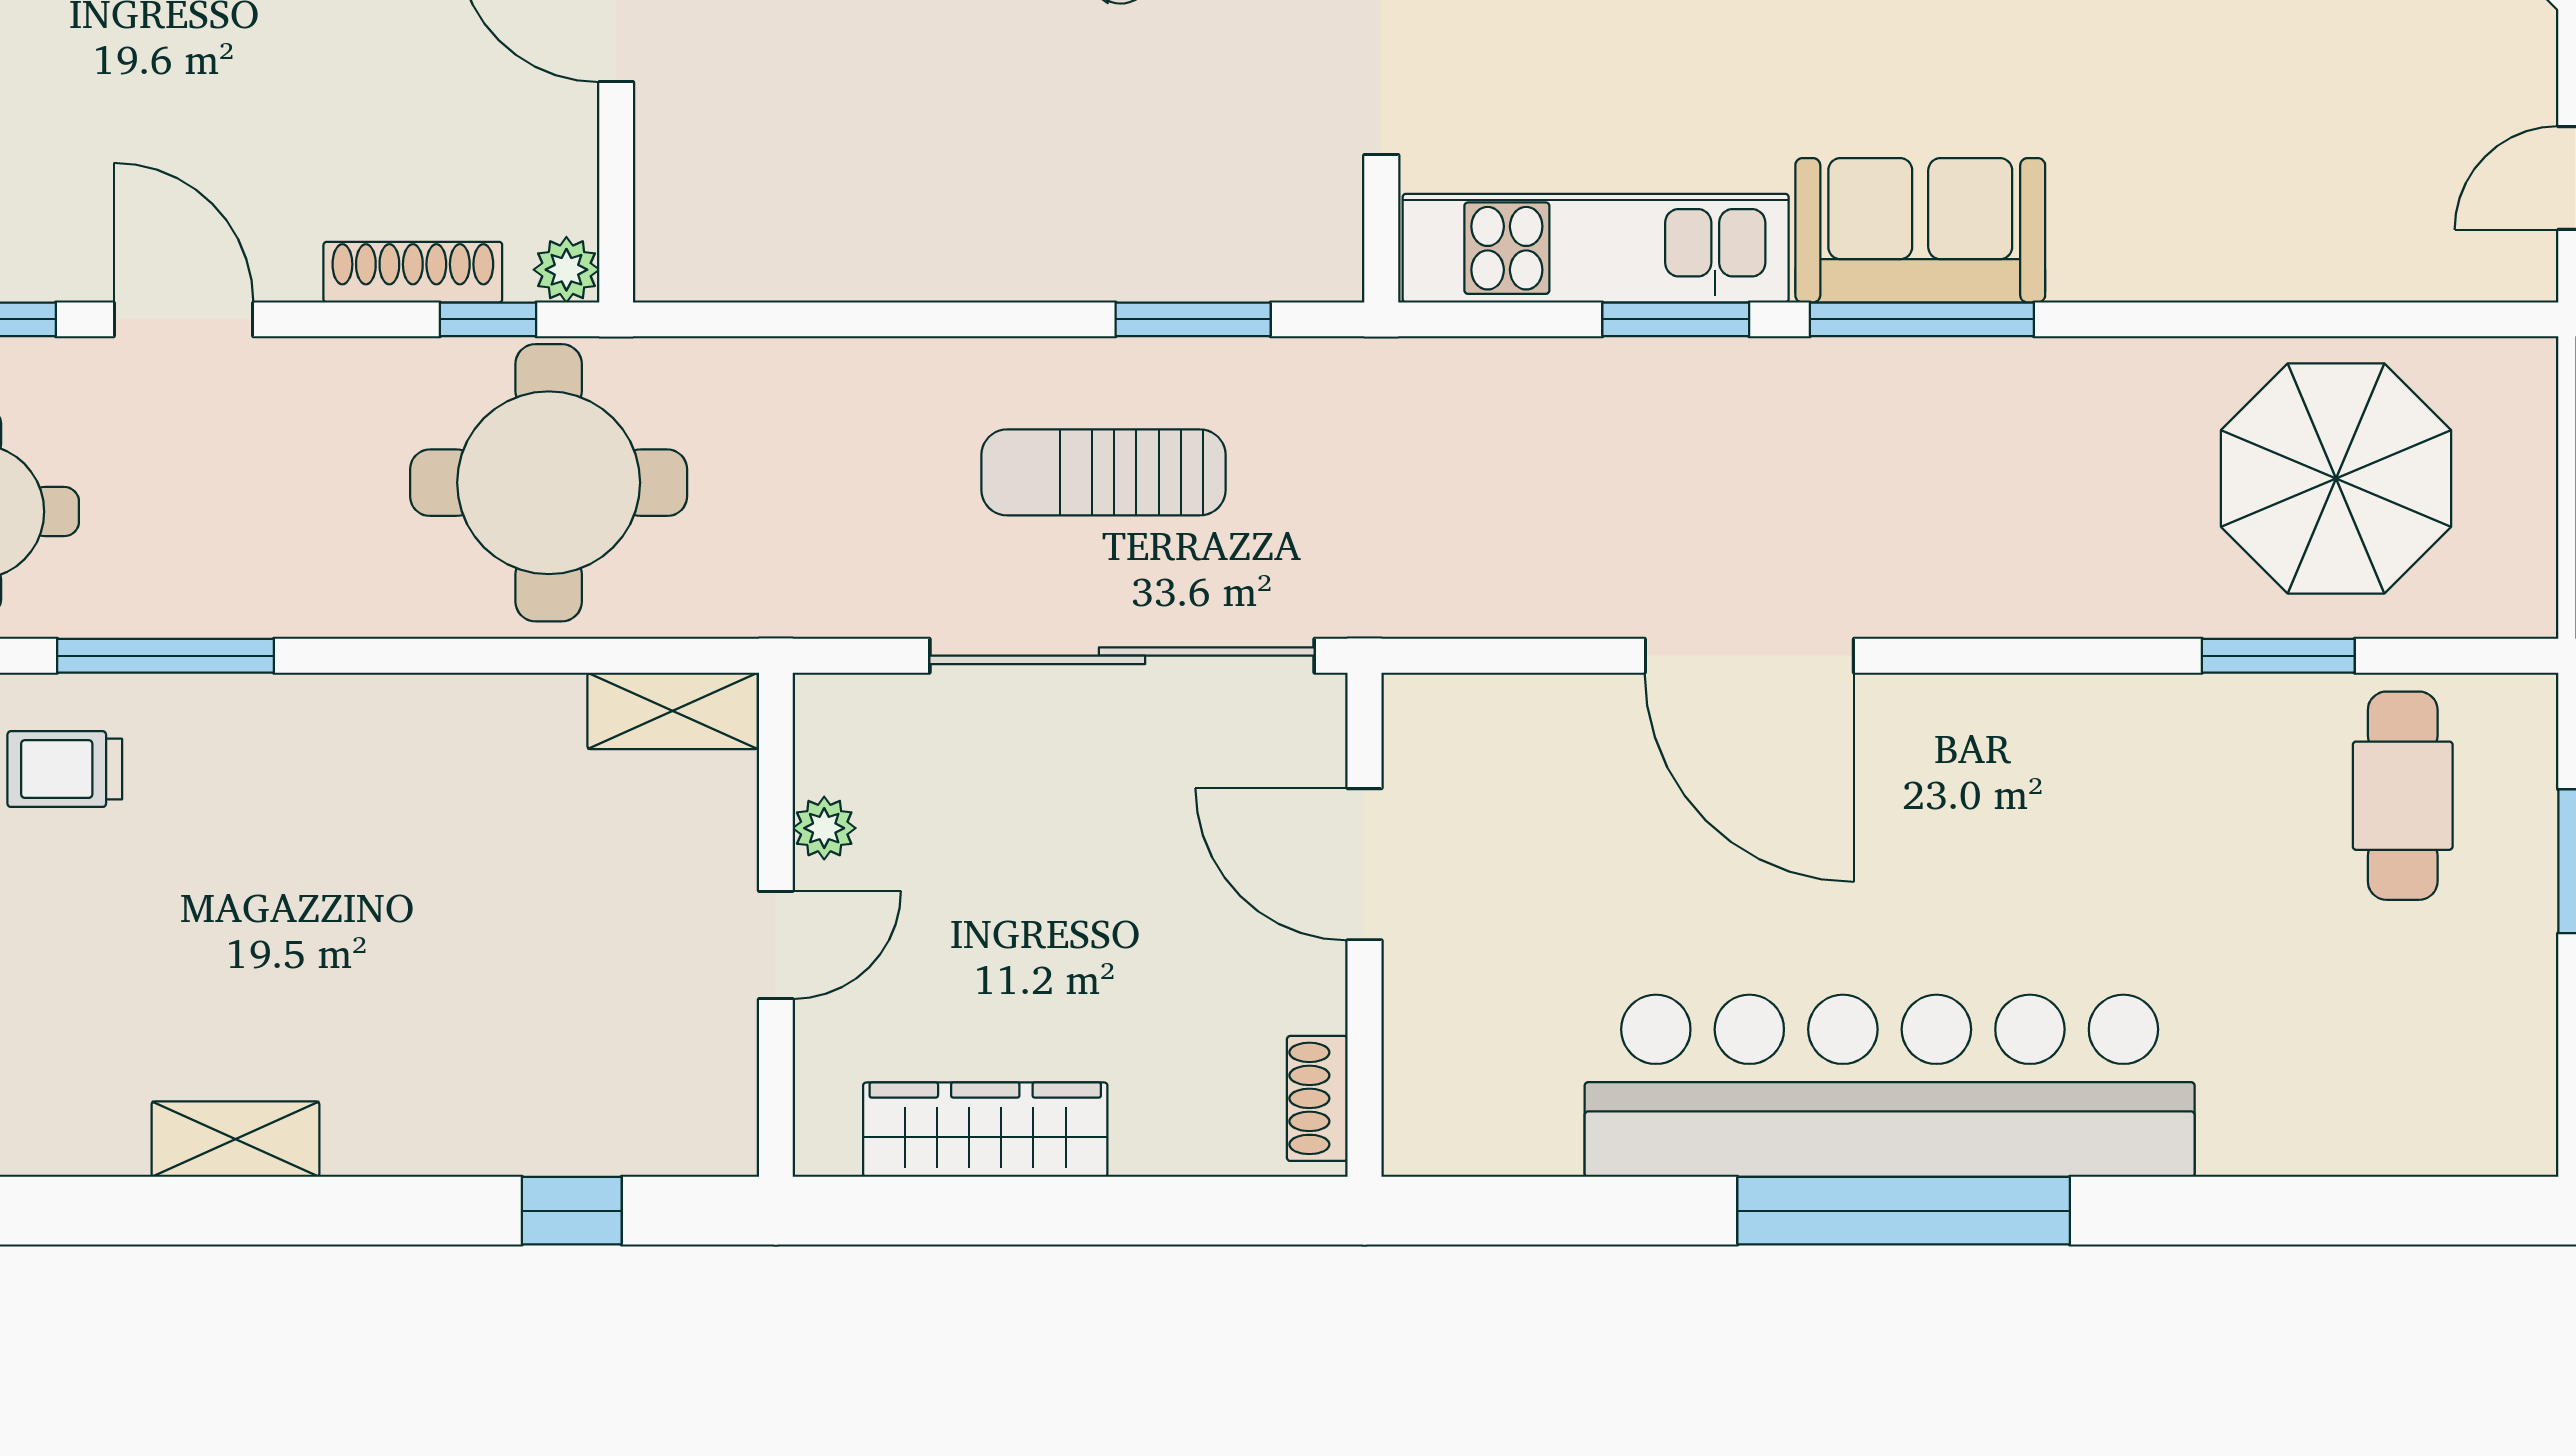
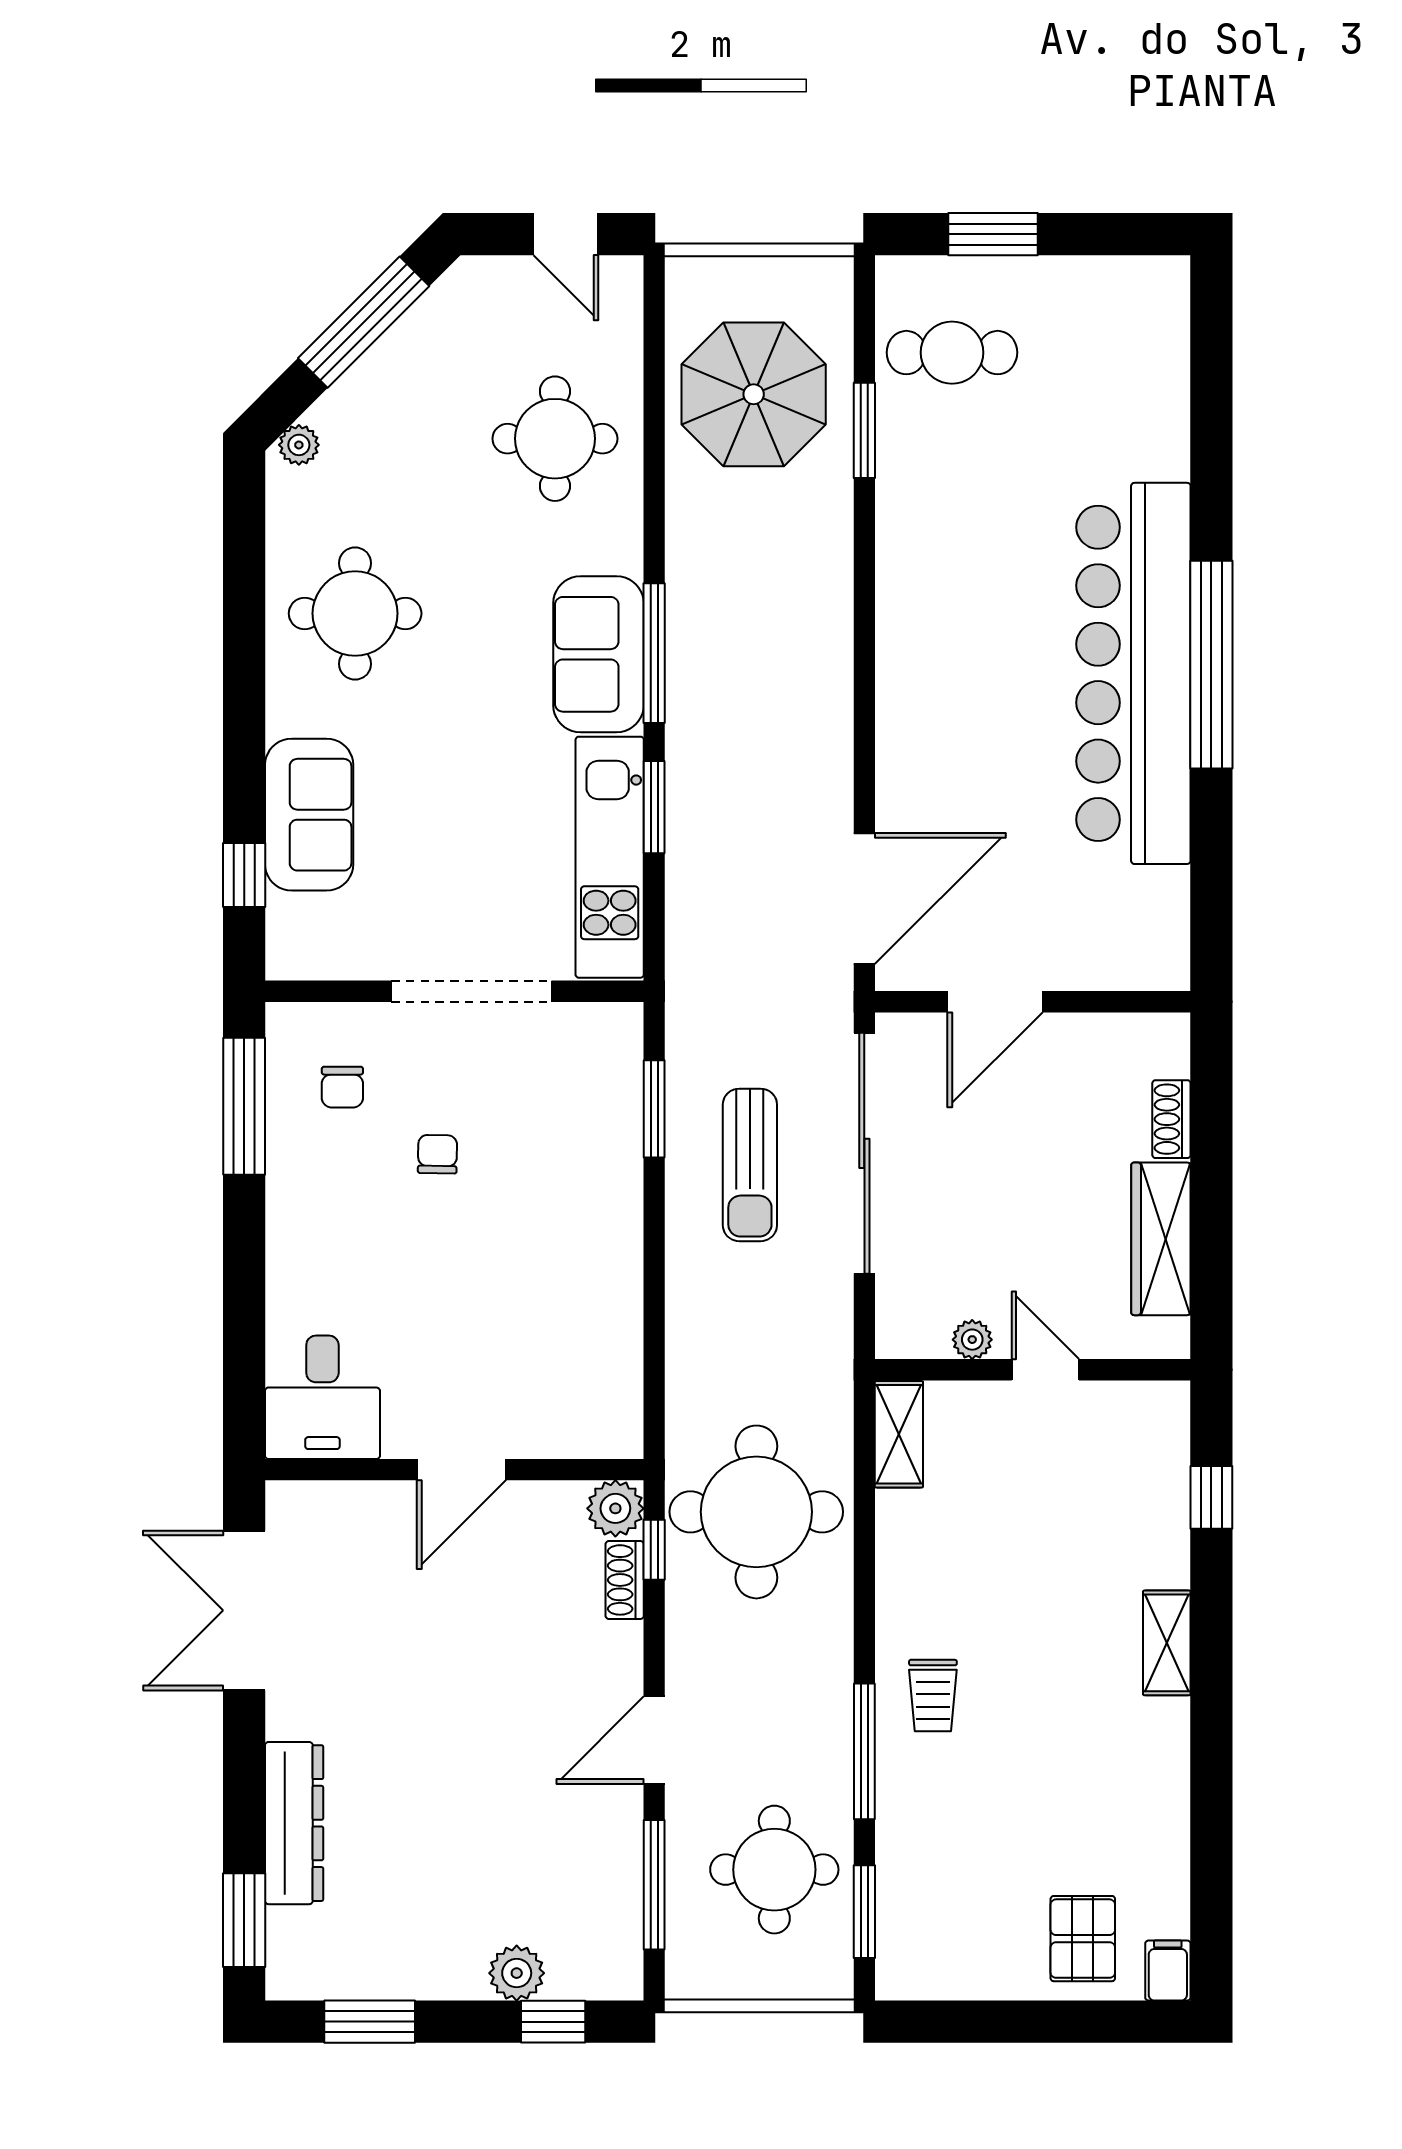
round table: (2265, 161) -> (555, 439), added
plant: (566, 270) -> (615, 1508), width x1.38, depth x1.38
shoe rack: (413, 272) -> (625, 1580), width x0.70
door: (1749, 656) -> (864, 898), moved
trolley: (65, 769) -> (933, 1696), moved
shoe rack: (1317, 1098) -> (1171, 1119), moved, turned 90
shelving: (235, 1139) -> (1167, 1643), moved

